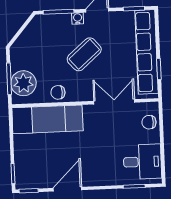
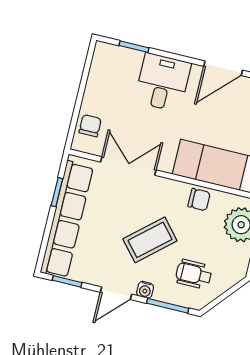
wheelchair: (47, 39) -> (194, 274), added
double door: (114, 102) -> (128, 166), swing flipped
chair: (149, 122) -> (90, 126), turned -90
desk: (142, 162) -> (163, 82), moved, turned 90

